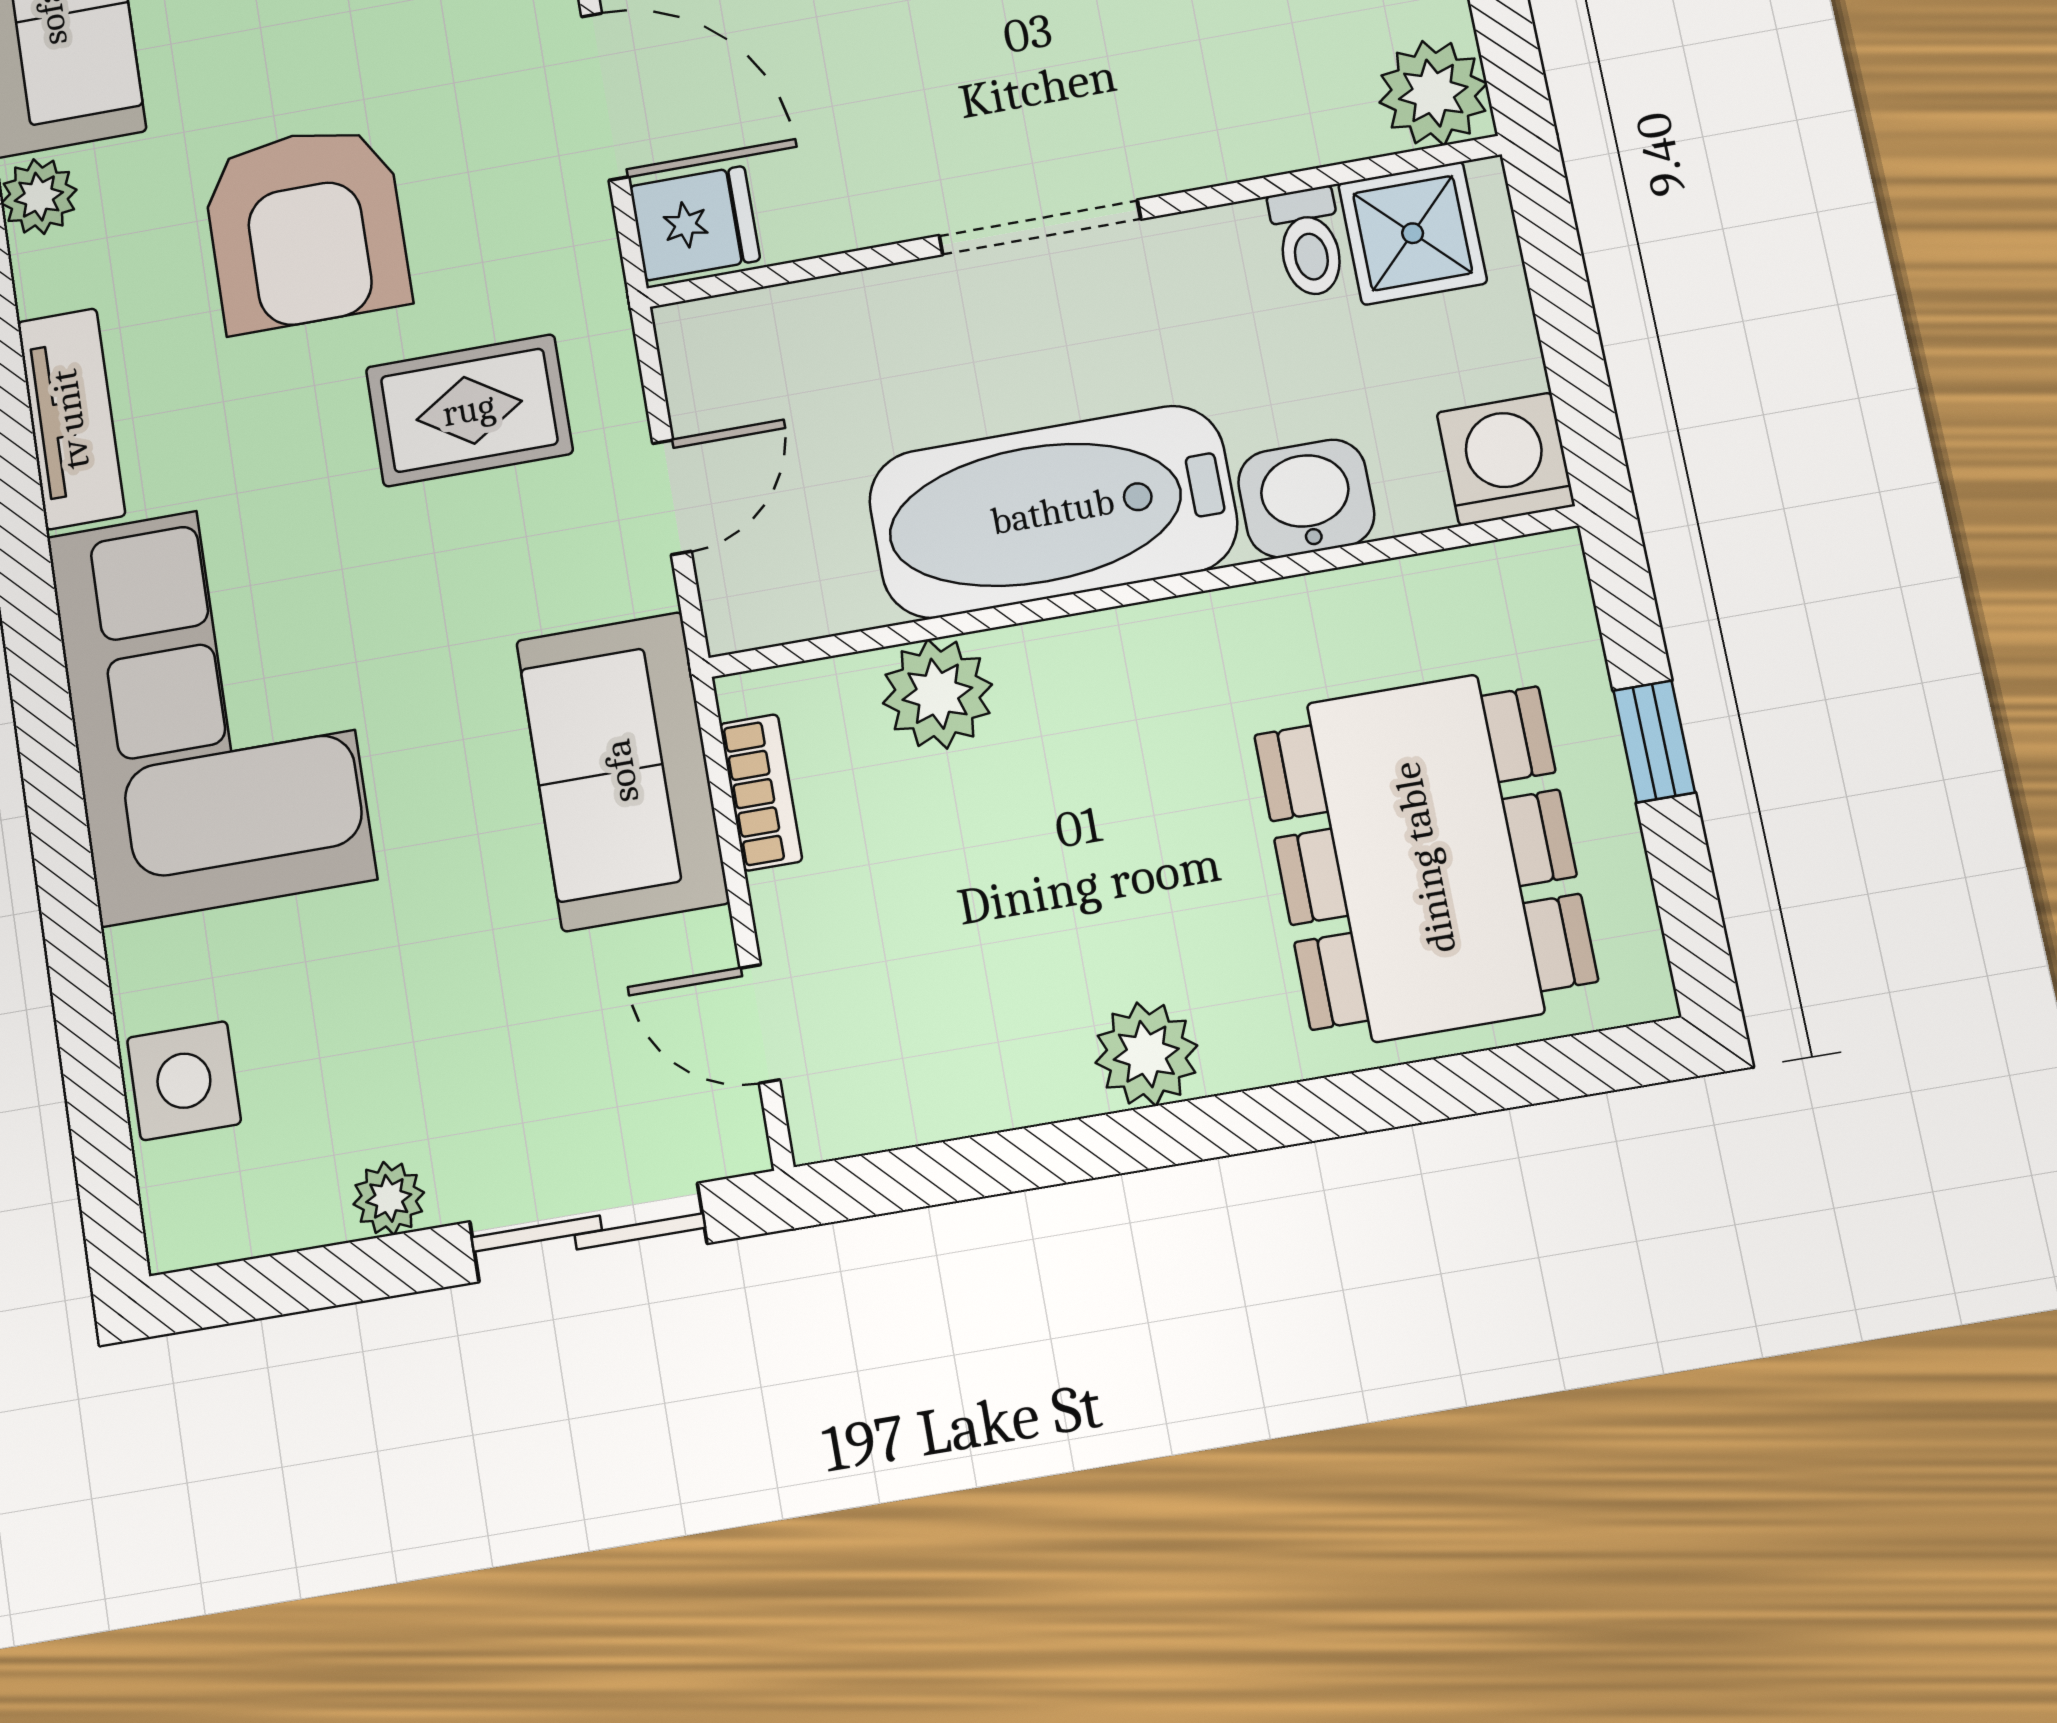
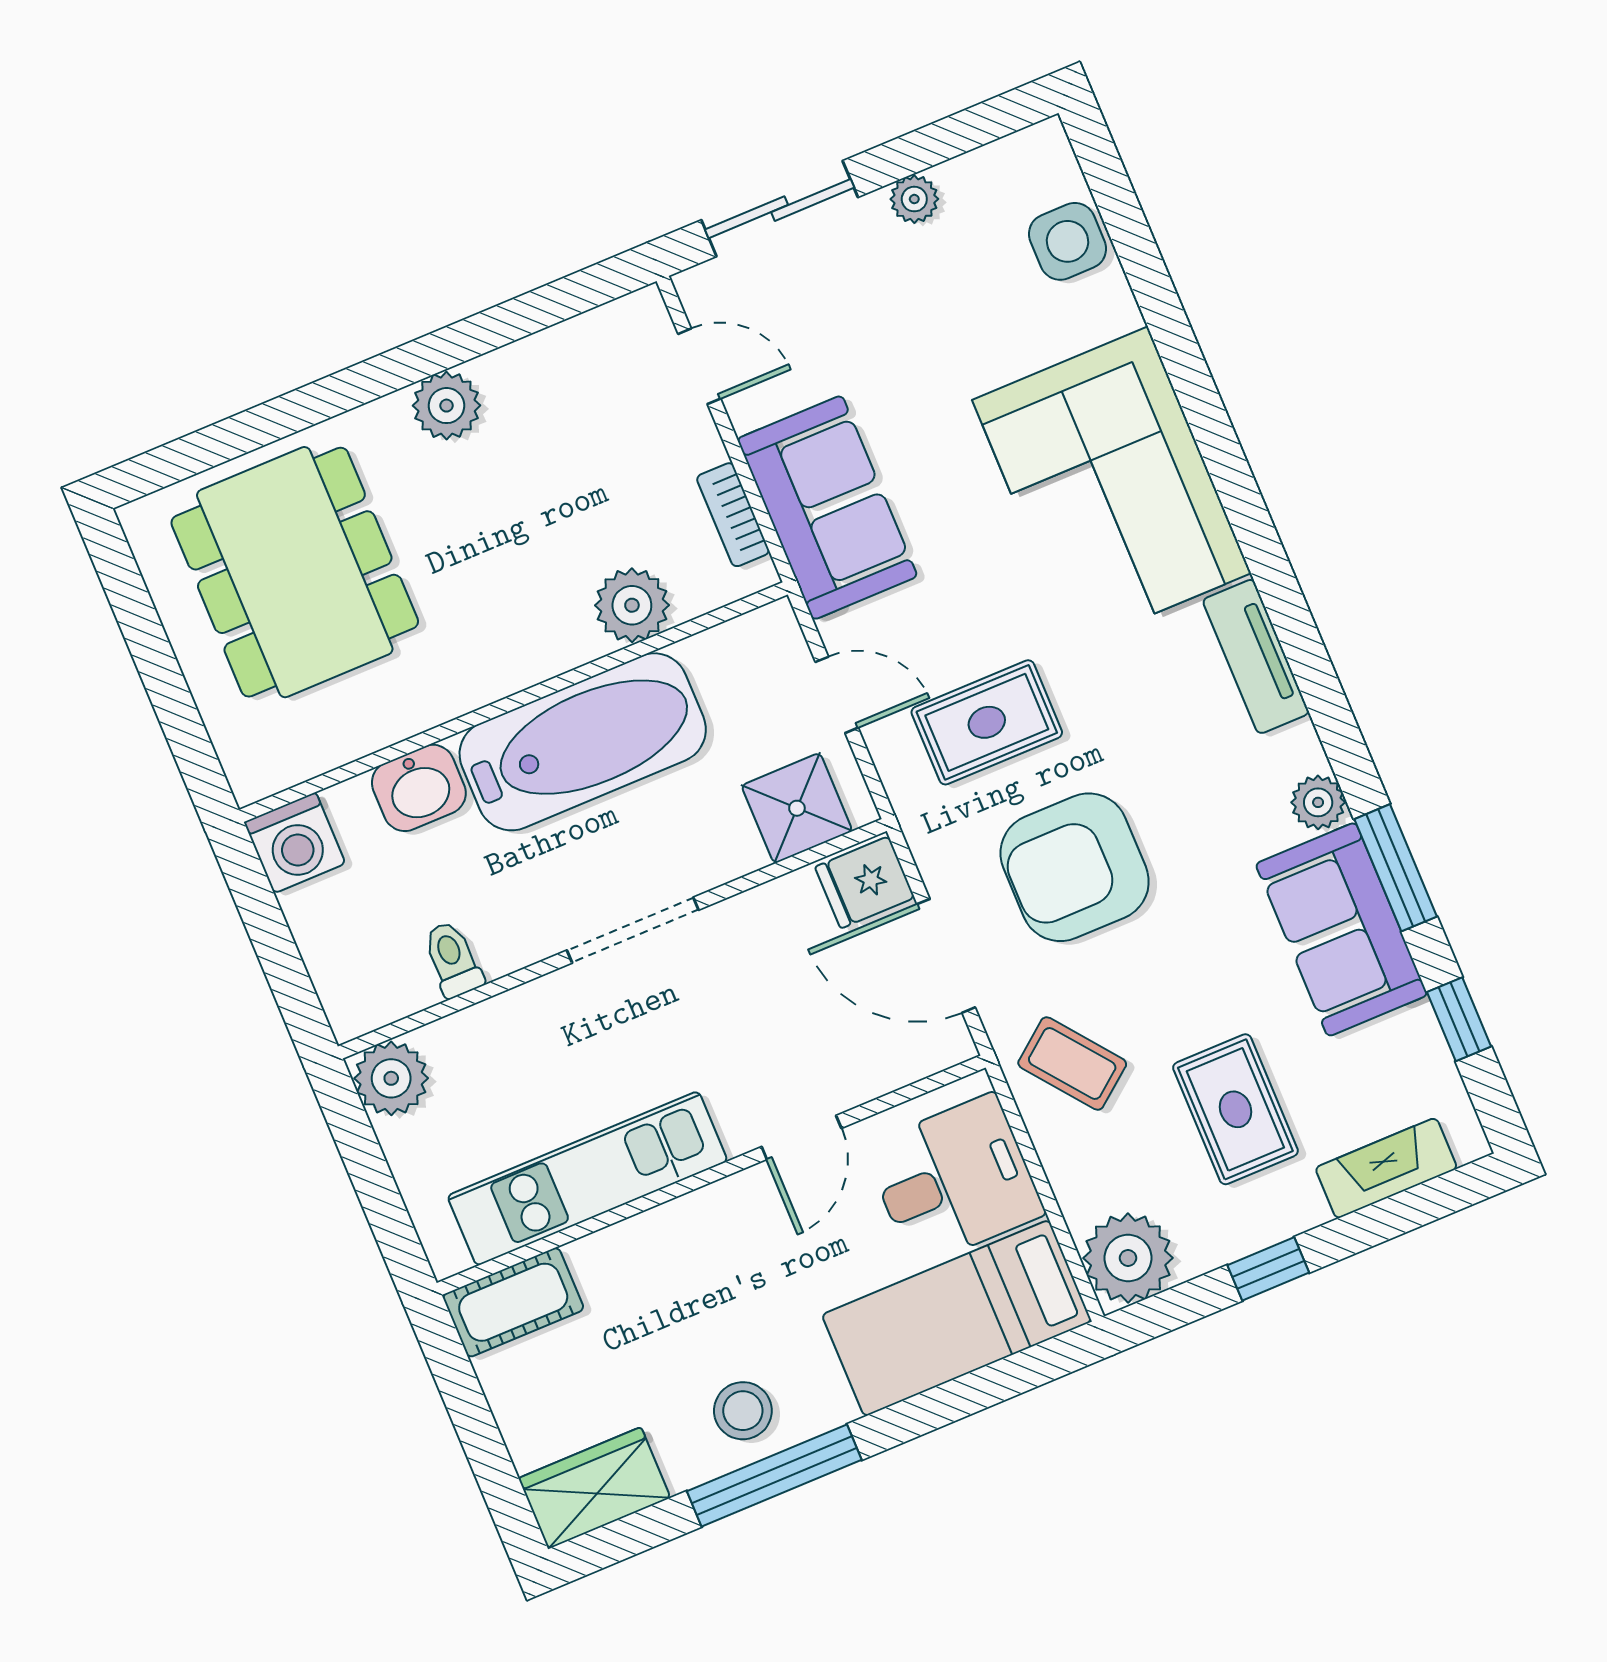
armchair: (306, 228) -> (1075, 867), moved, turned -90
shower: (1413, 233) -> (797, 808), moved
door: (672, 497) -> (837, 695), swing flipped
window: (1654, 741) -> (164, 680), removed

